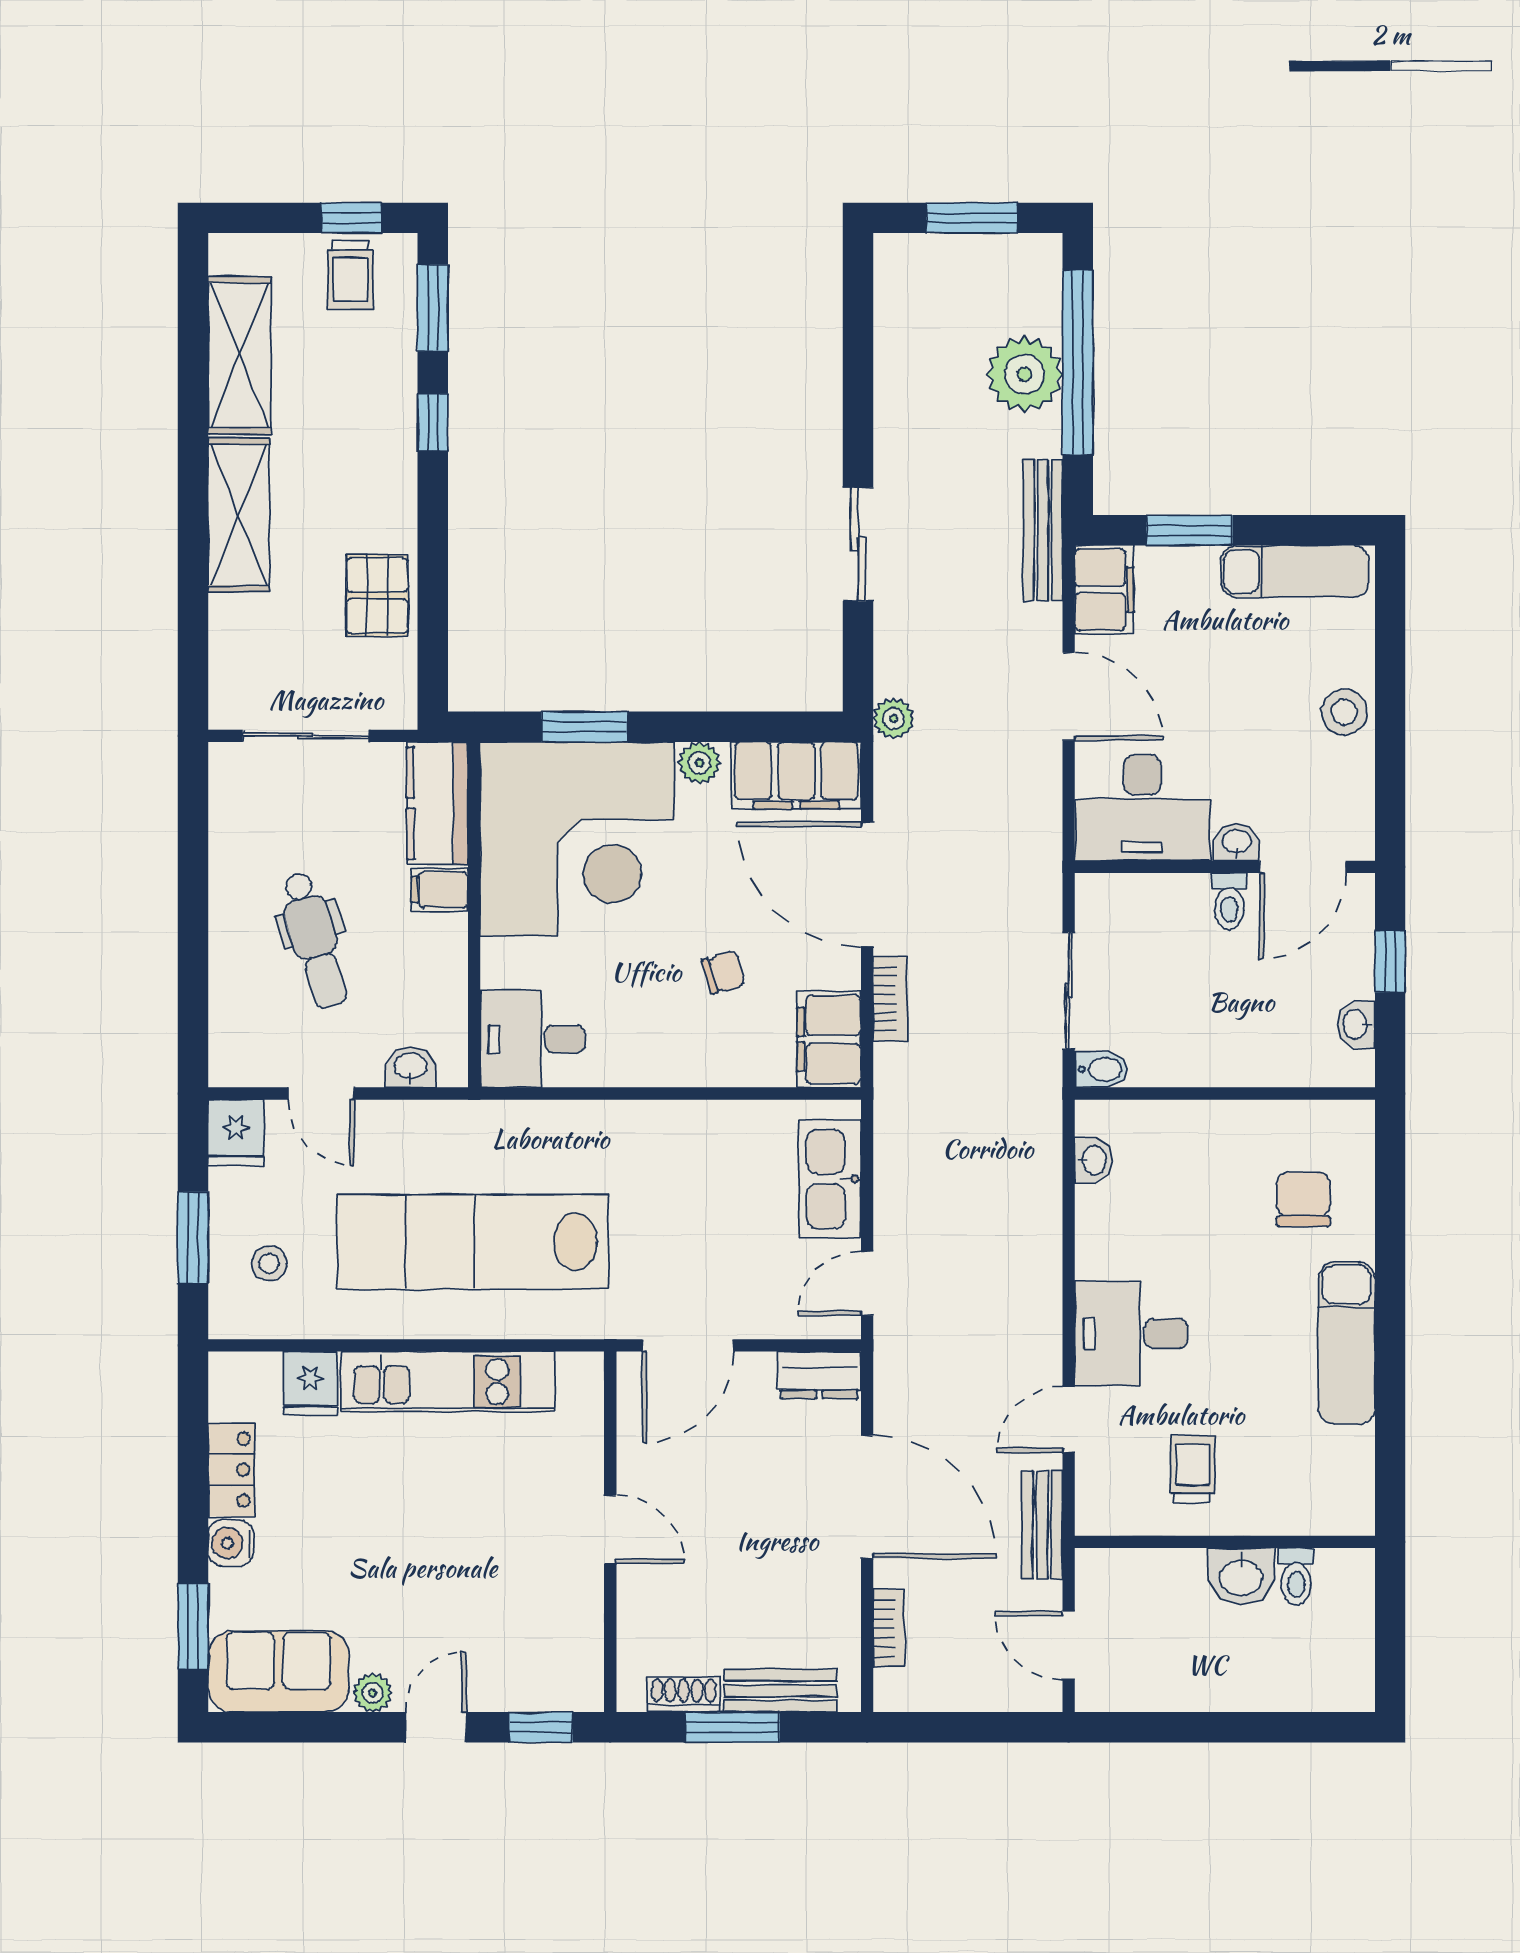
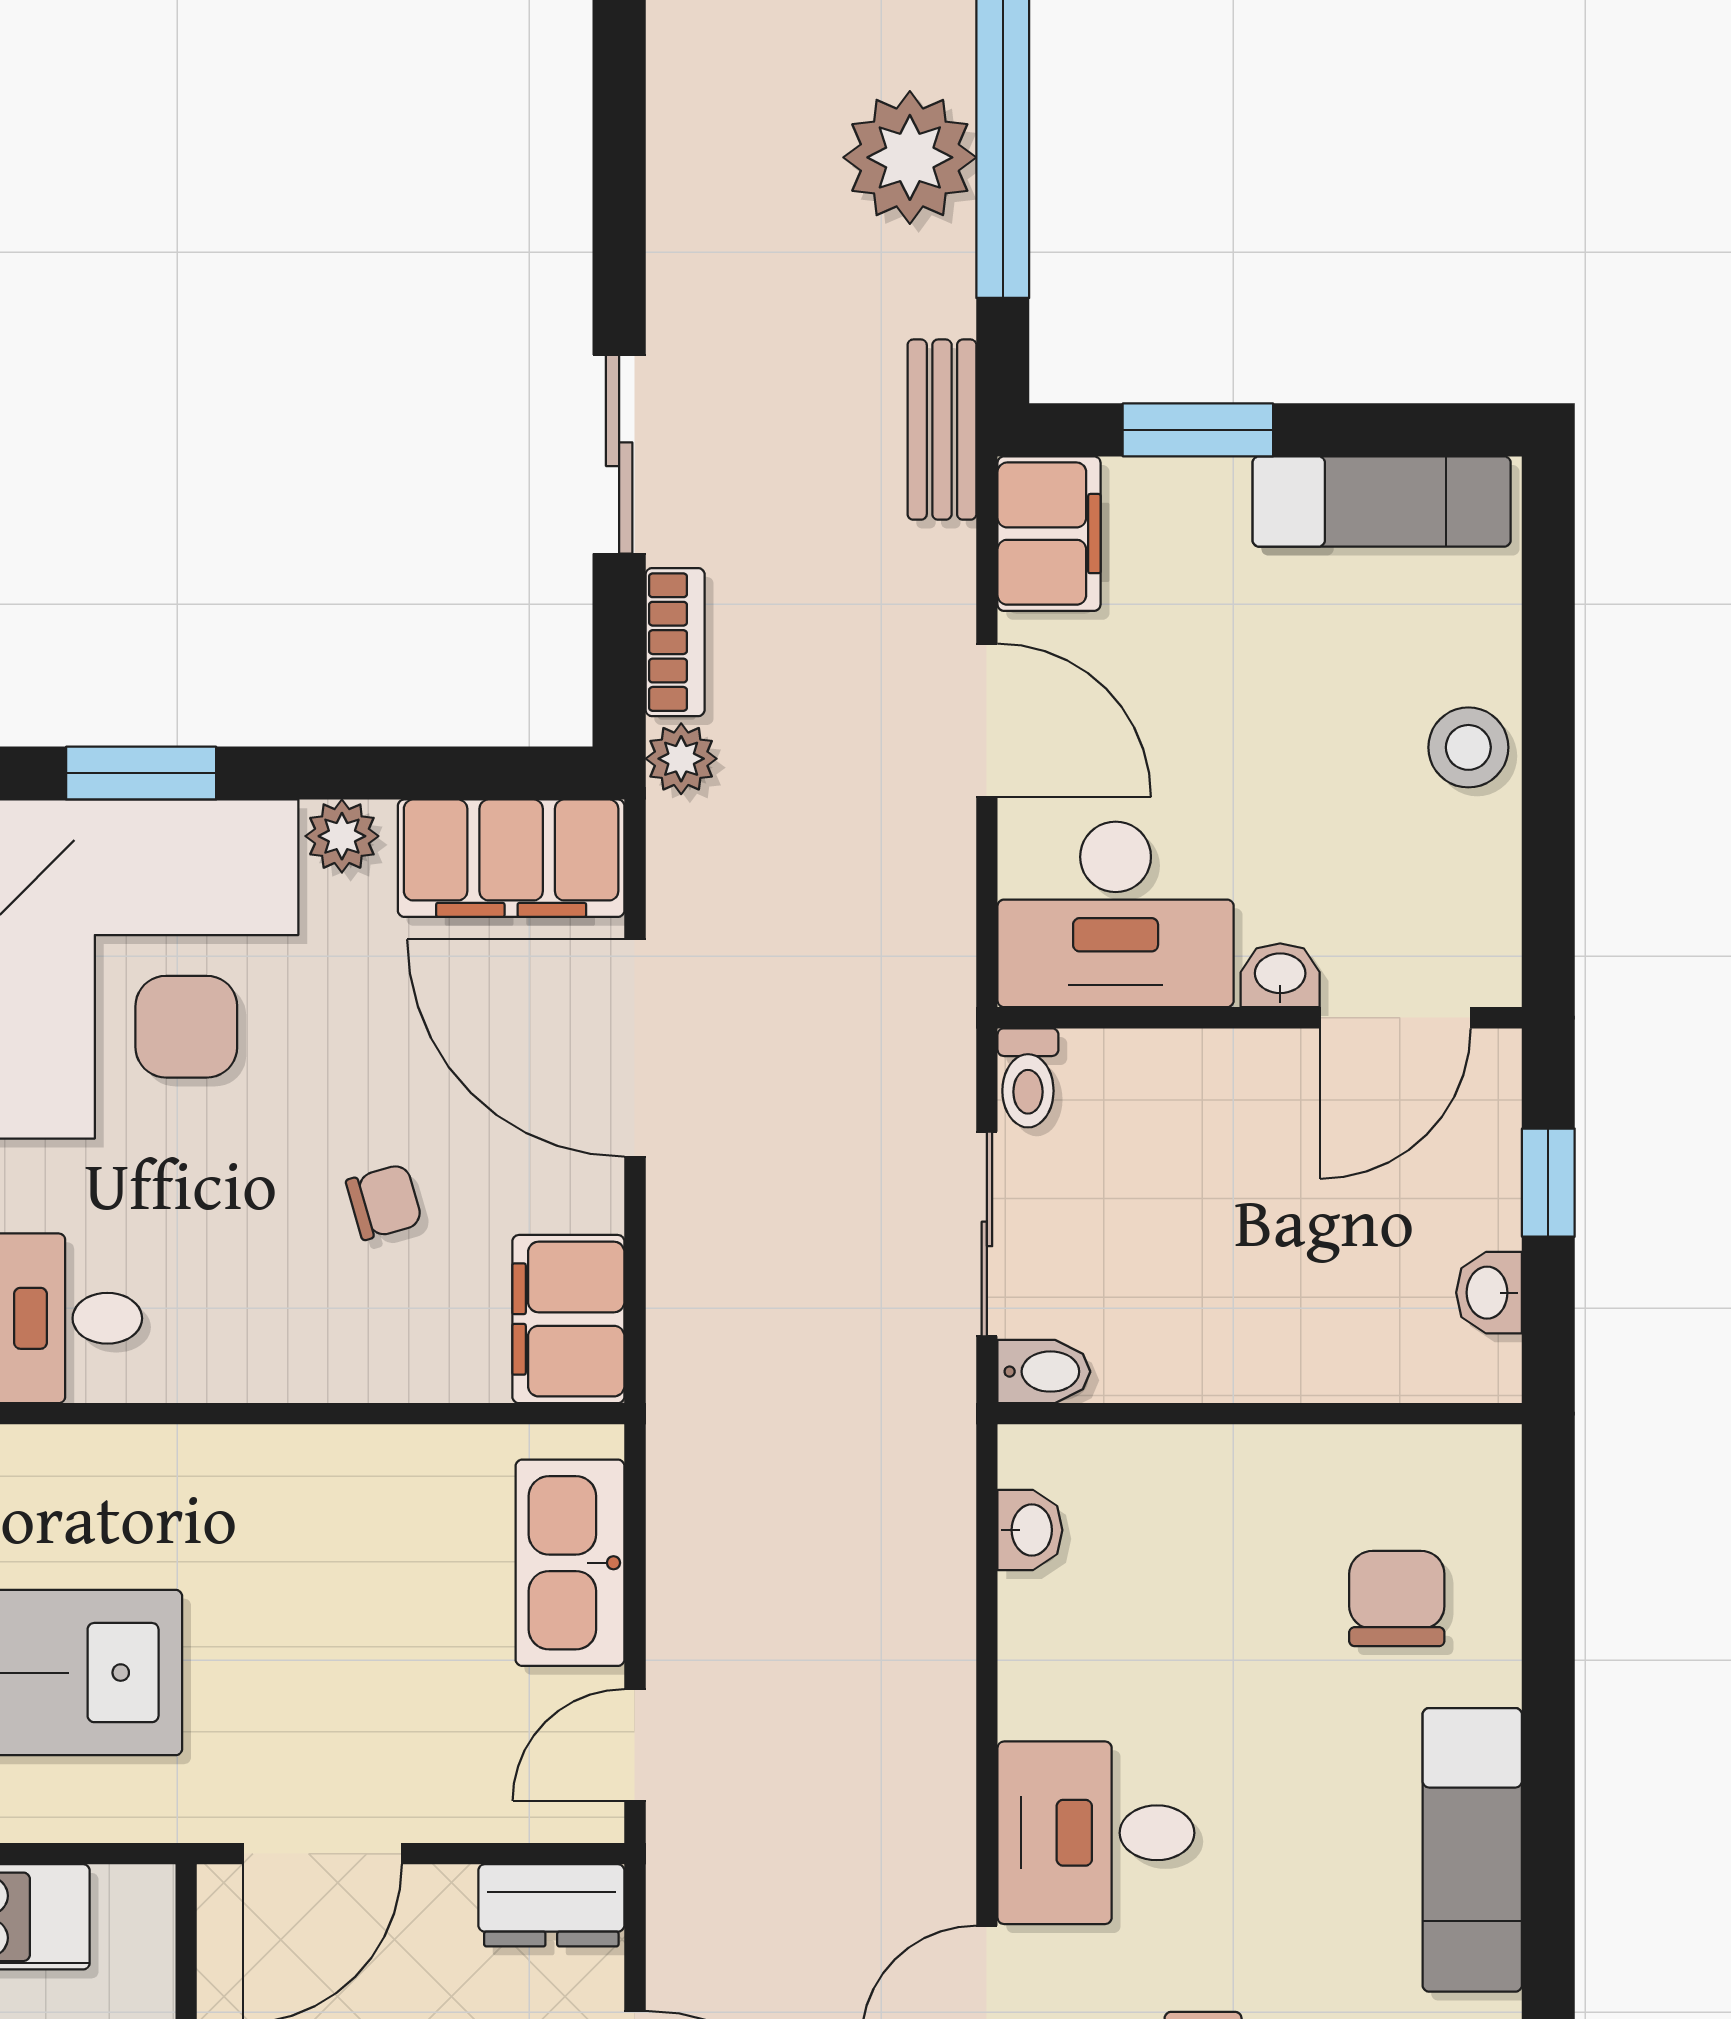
bench: (1043, 530) -> (942, 430), width x0.73
toilet: (1229, 901) -> (1028, 1078), moved
bookcase: (890, 999) -> (675, 642), moved

